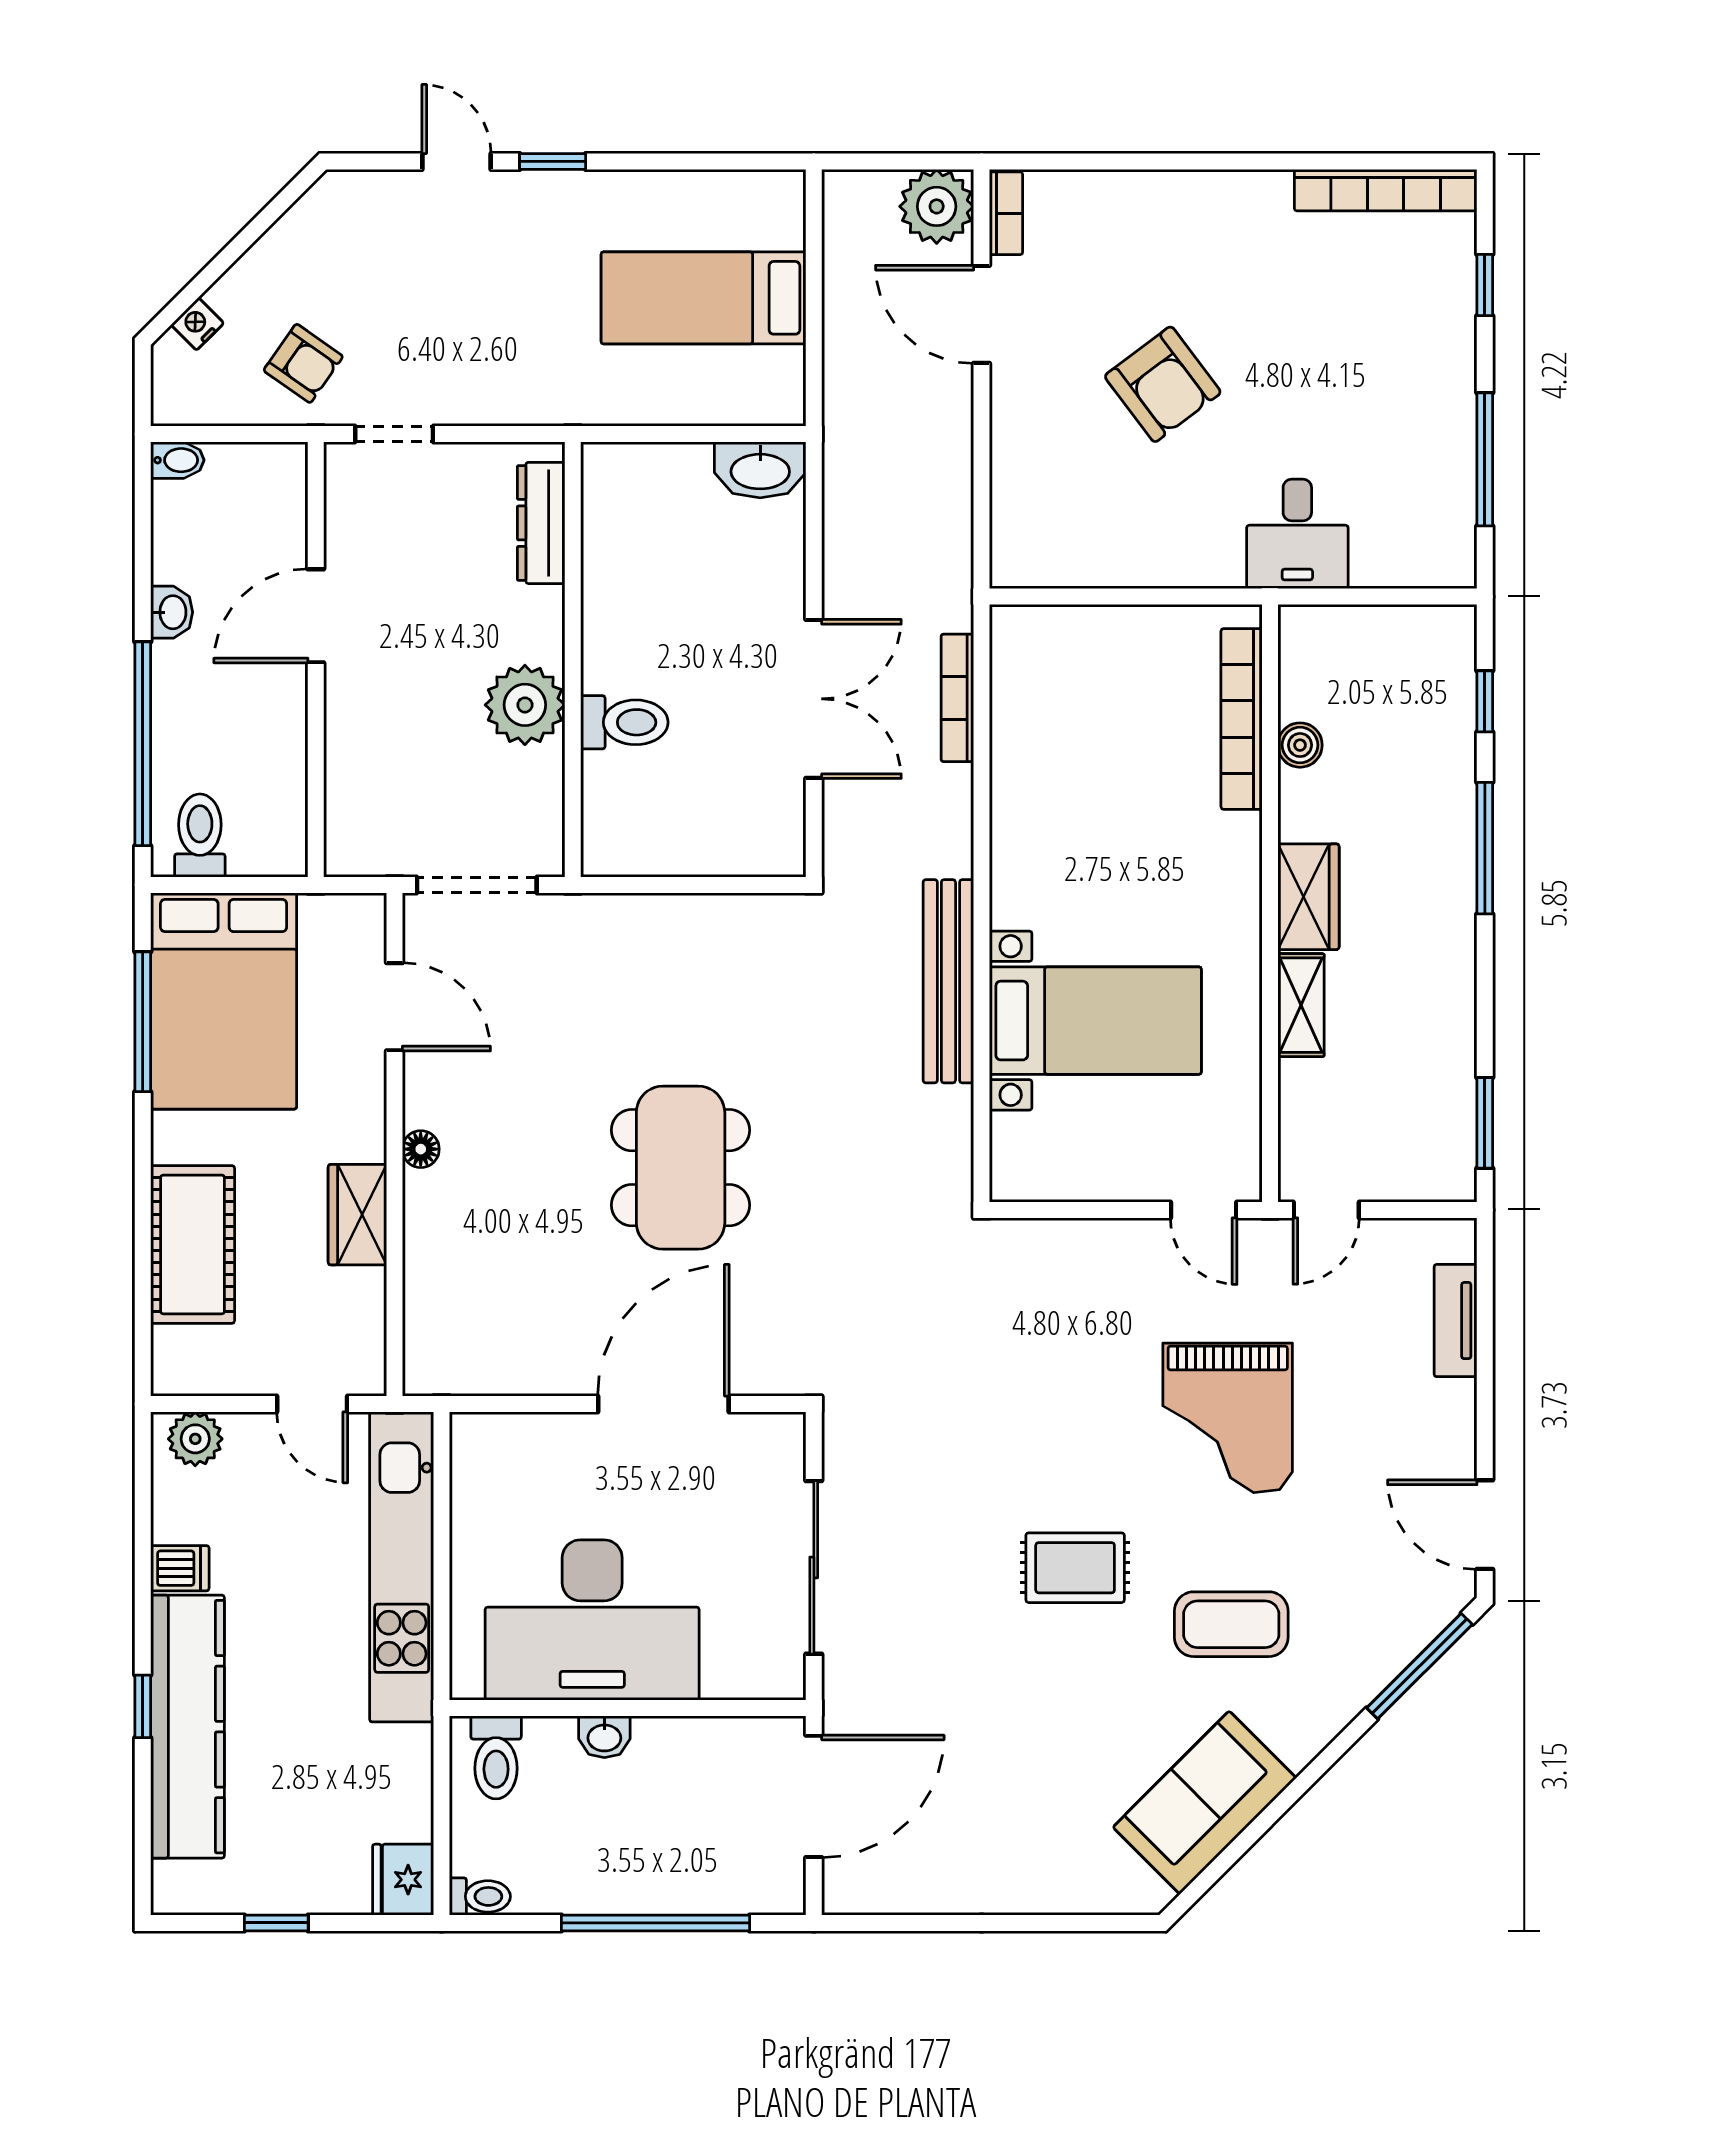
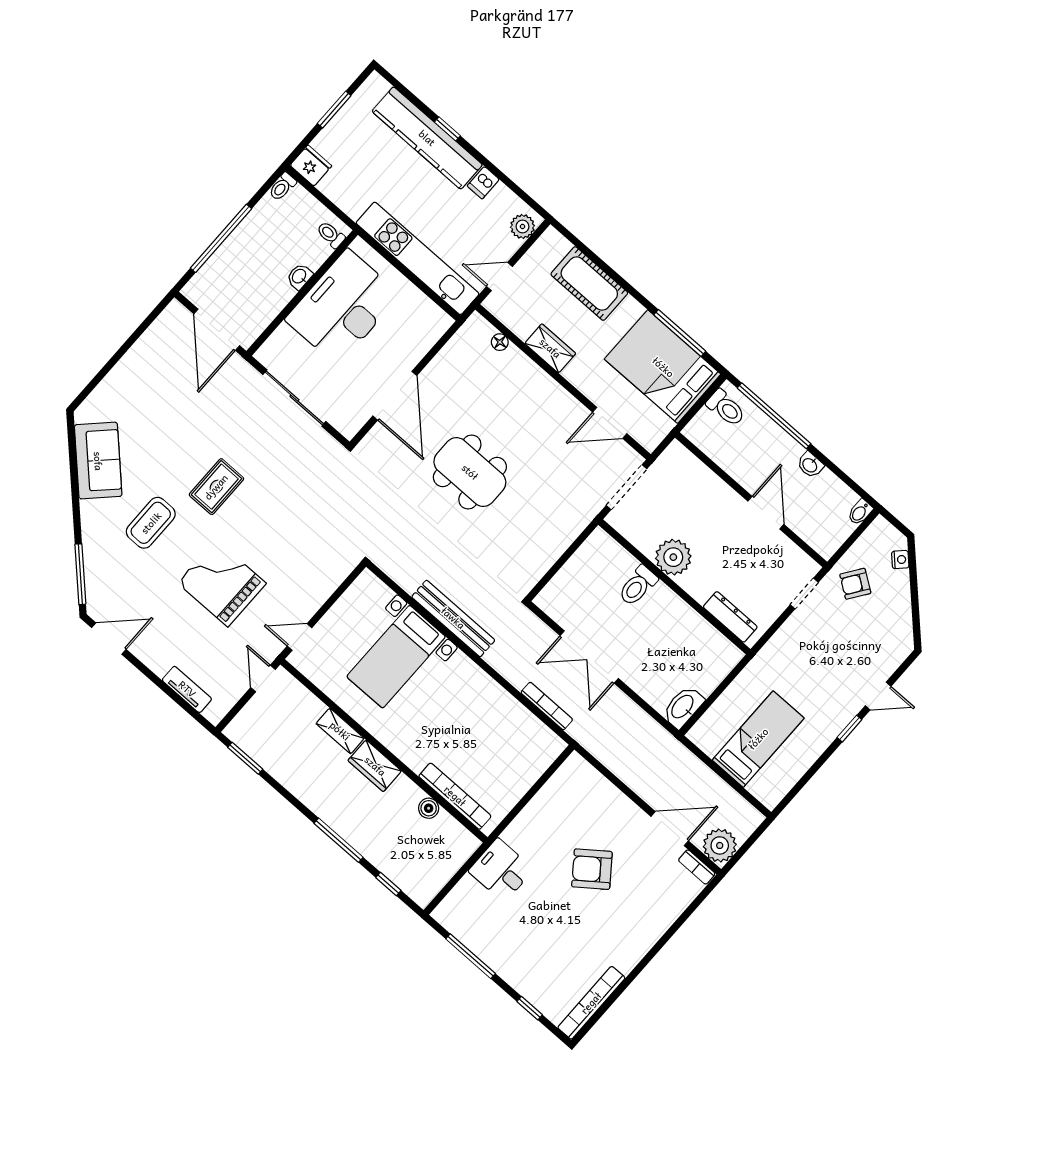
floor lamp: (421, 1149) -> (500, 342), moved
toilet: (496, 1757) -> (331, 235), width x0.73, depth x0.72
window: (276, 1923) -> (334, 110), width x1.50

